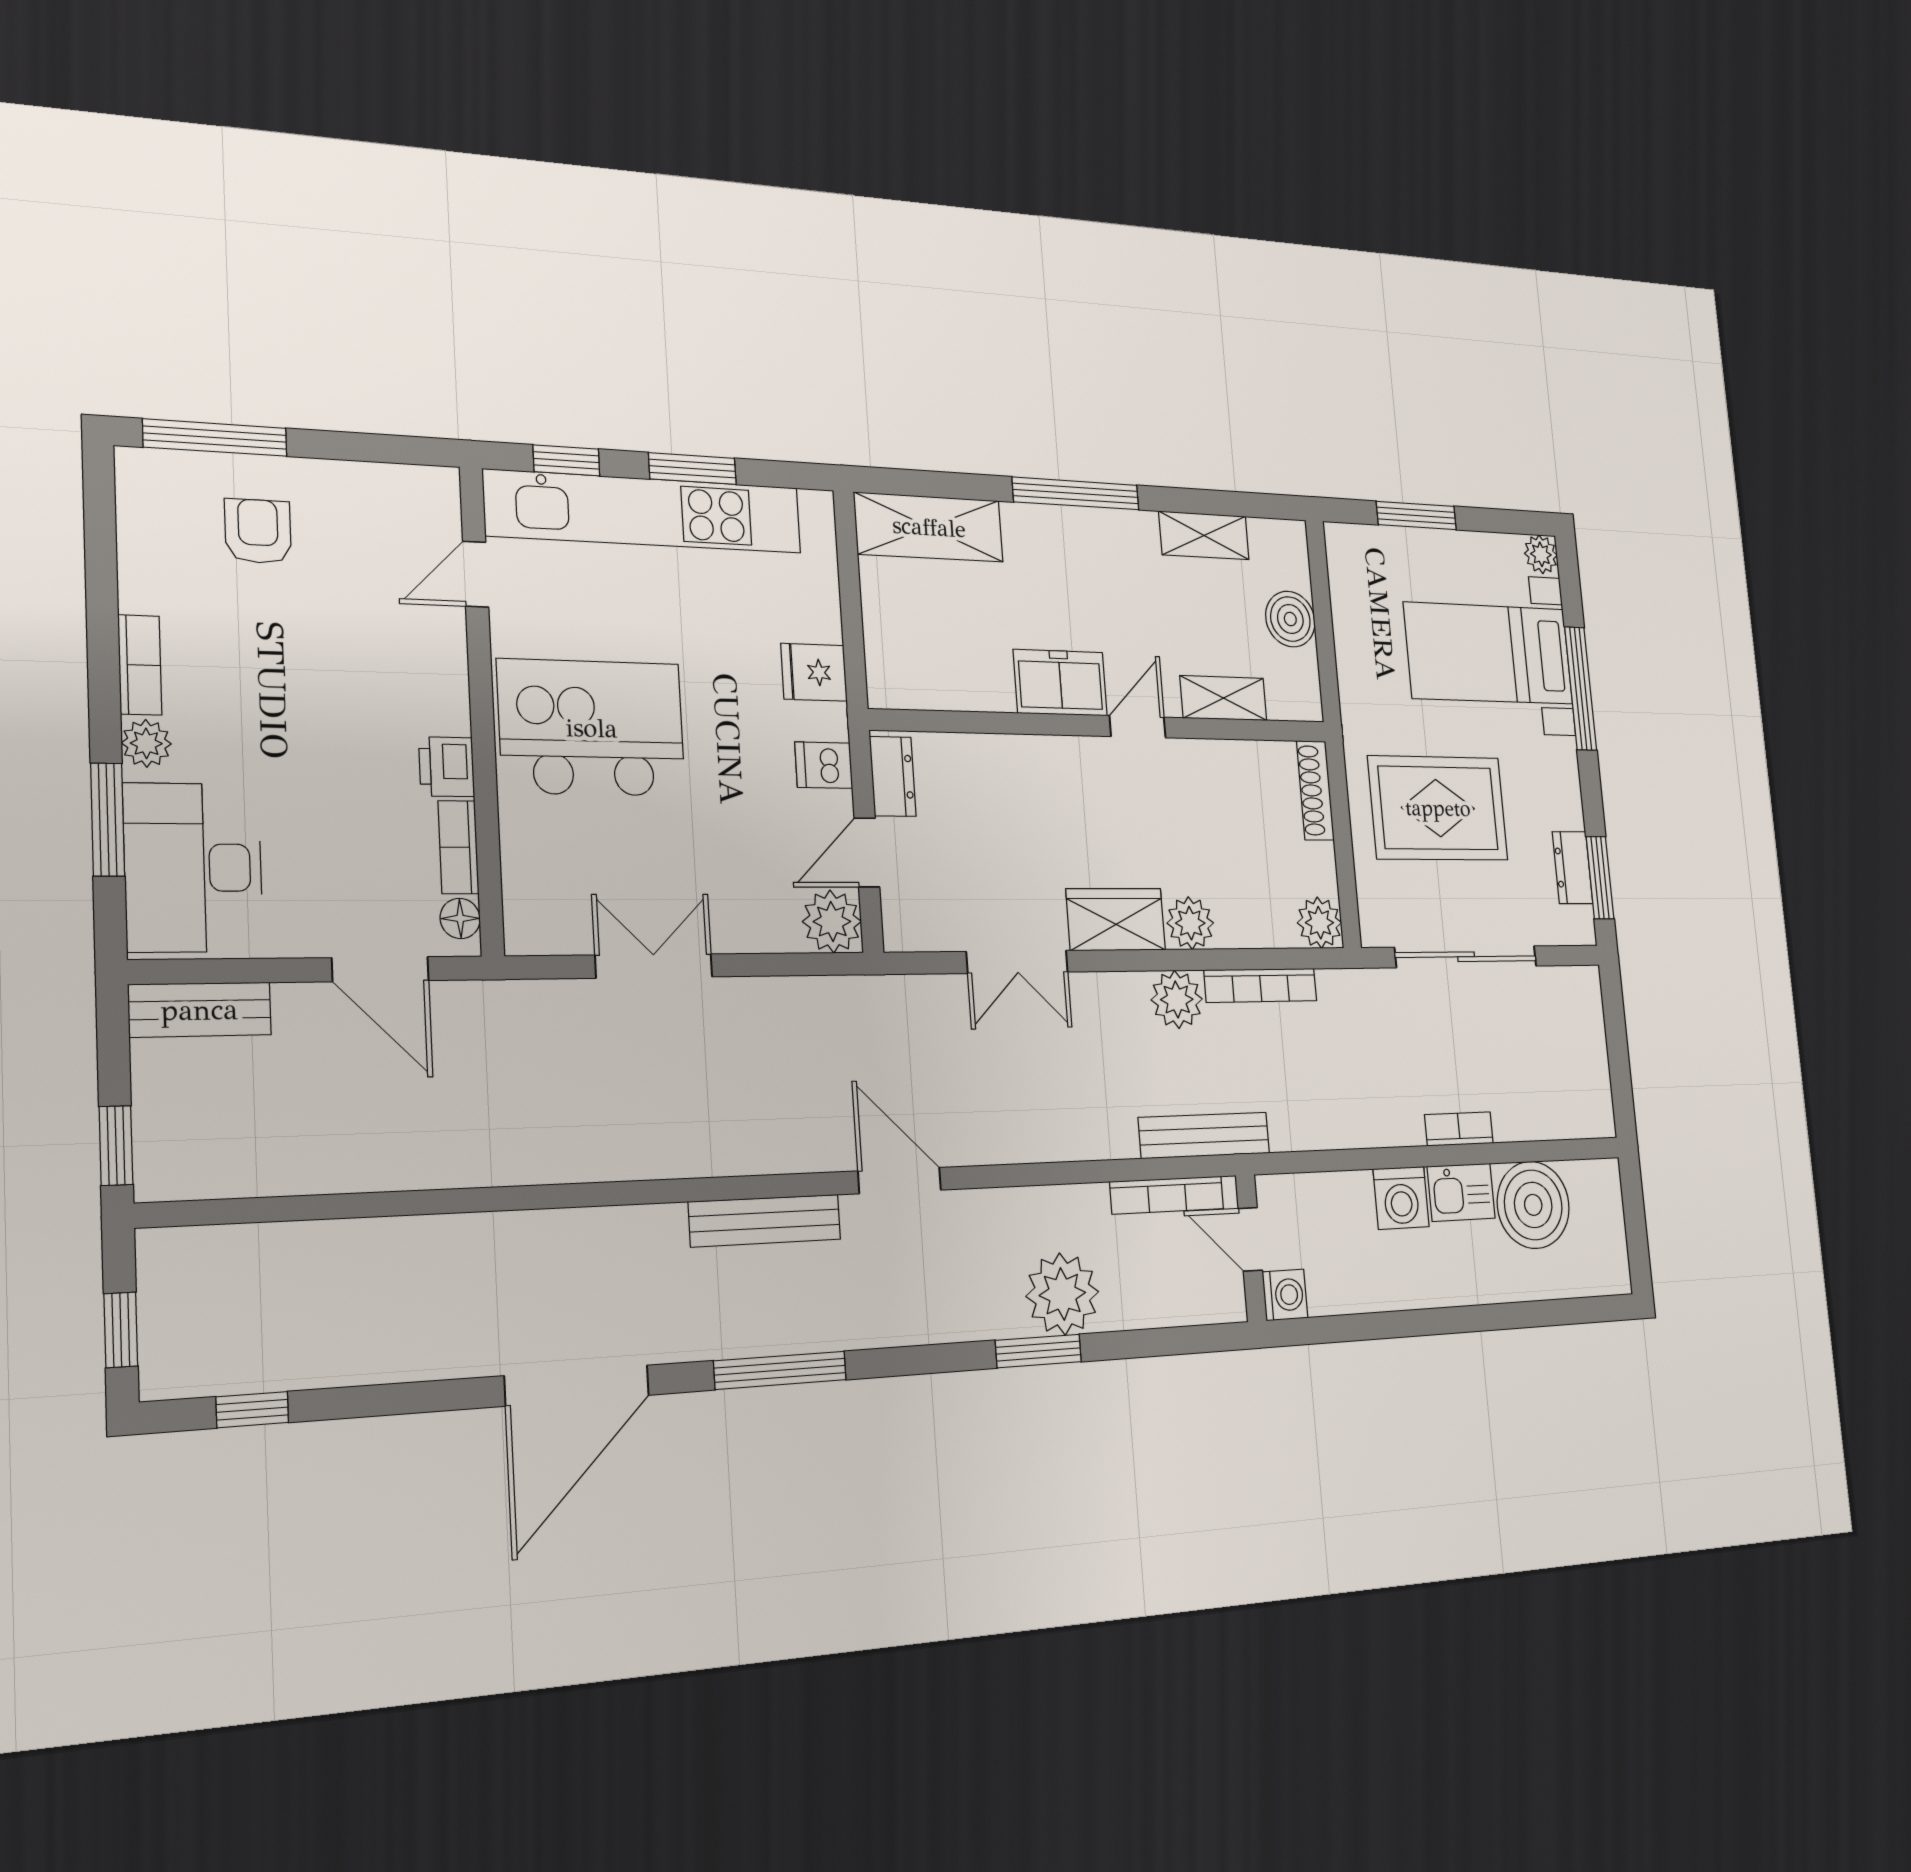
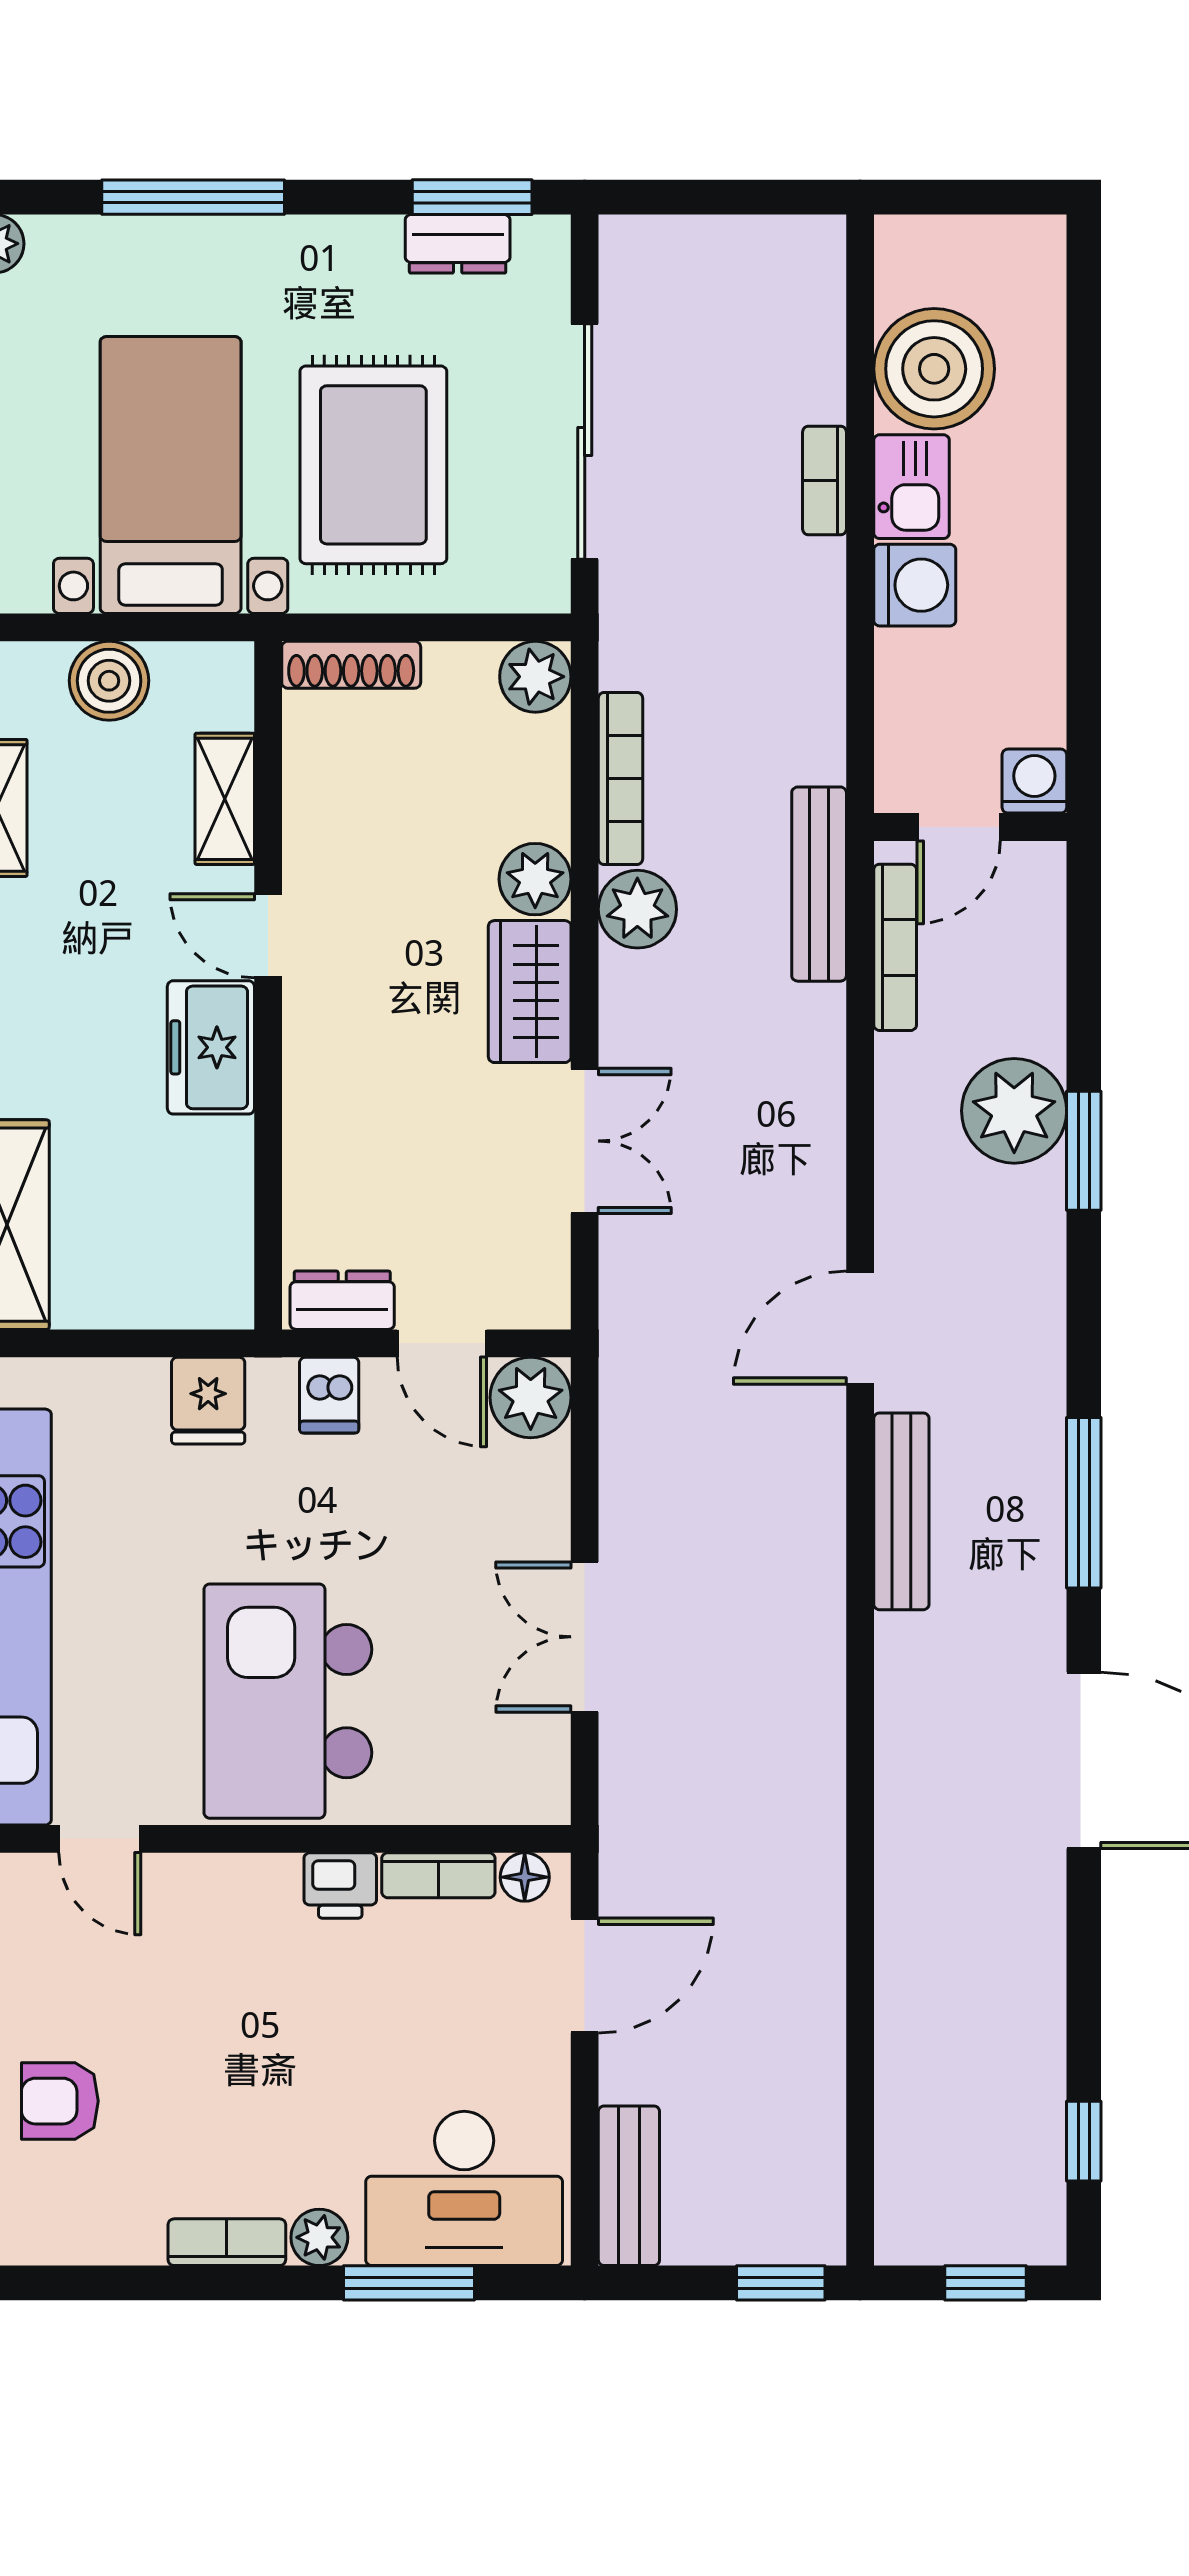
bed with nightstands: (1489, 653) -> (171, 475), moved, turned 180

